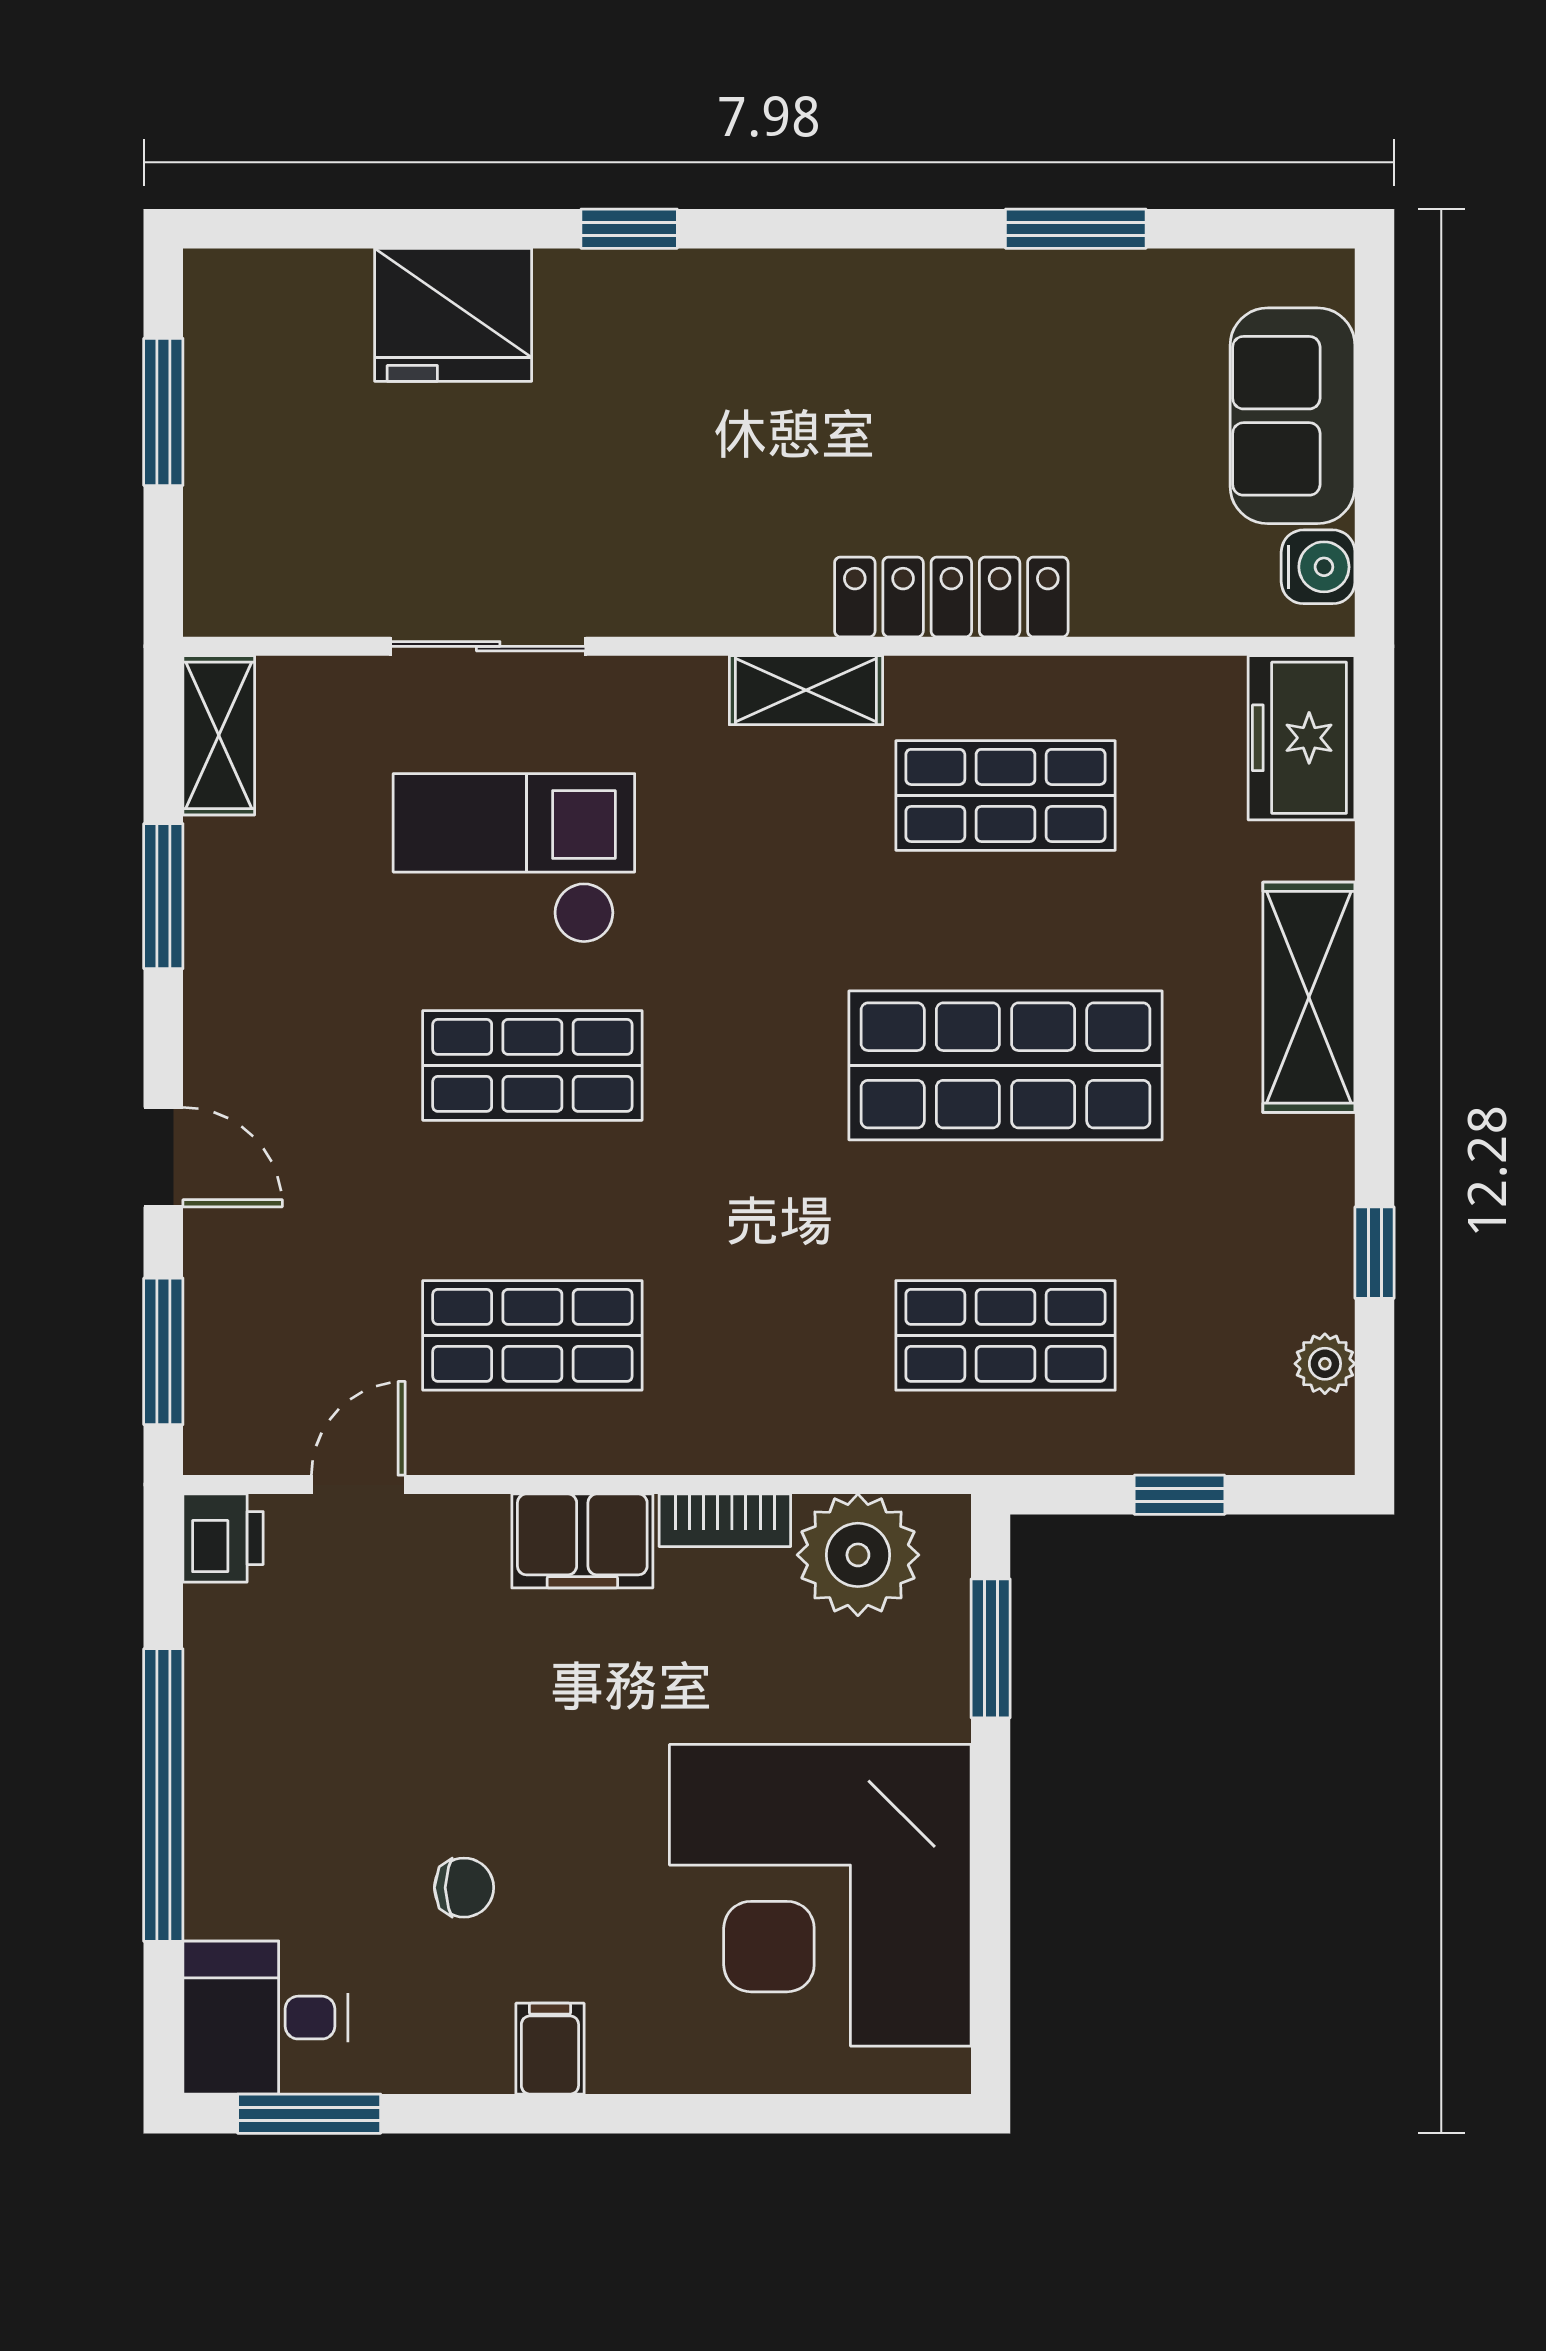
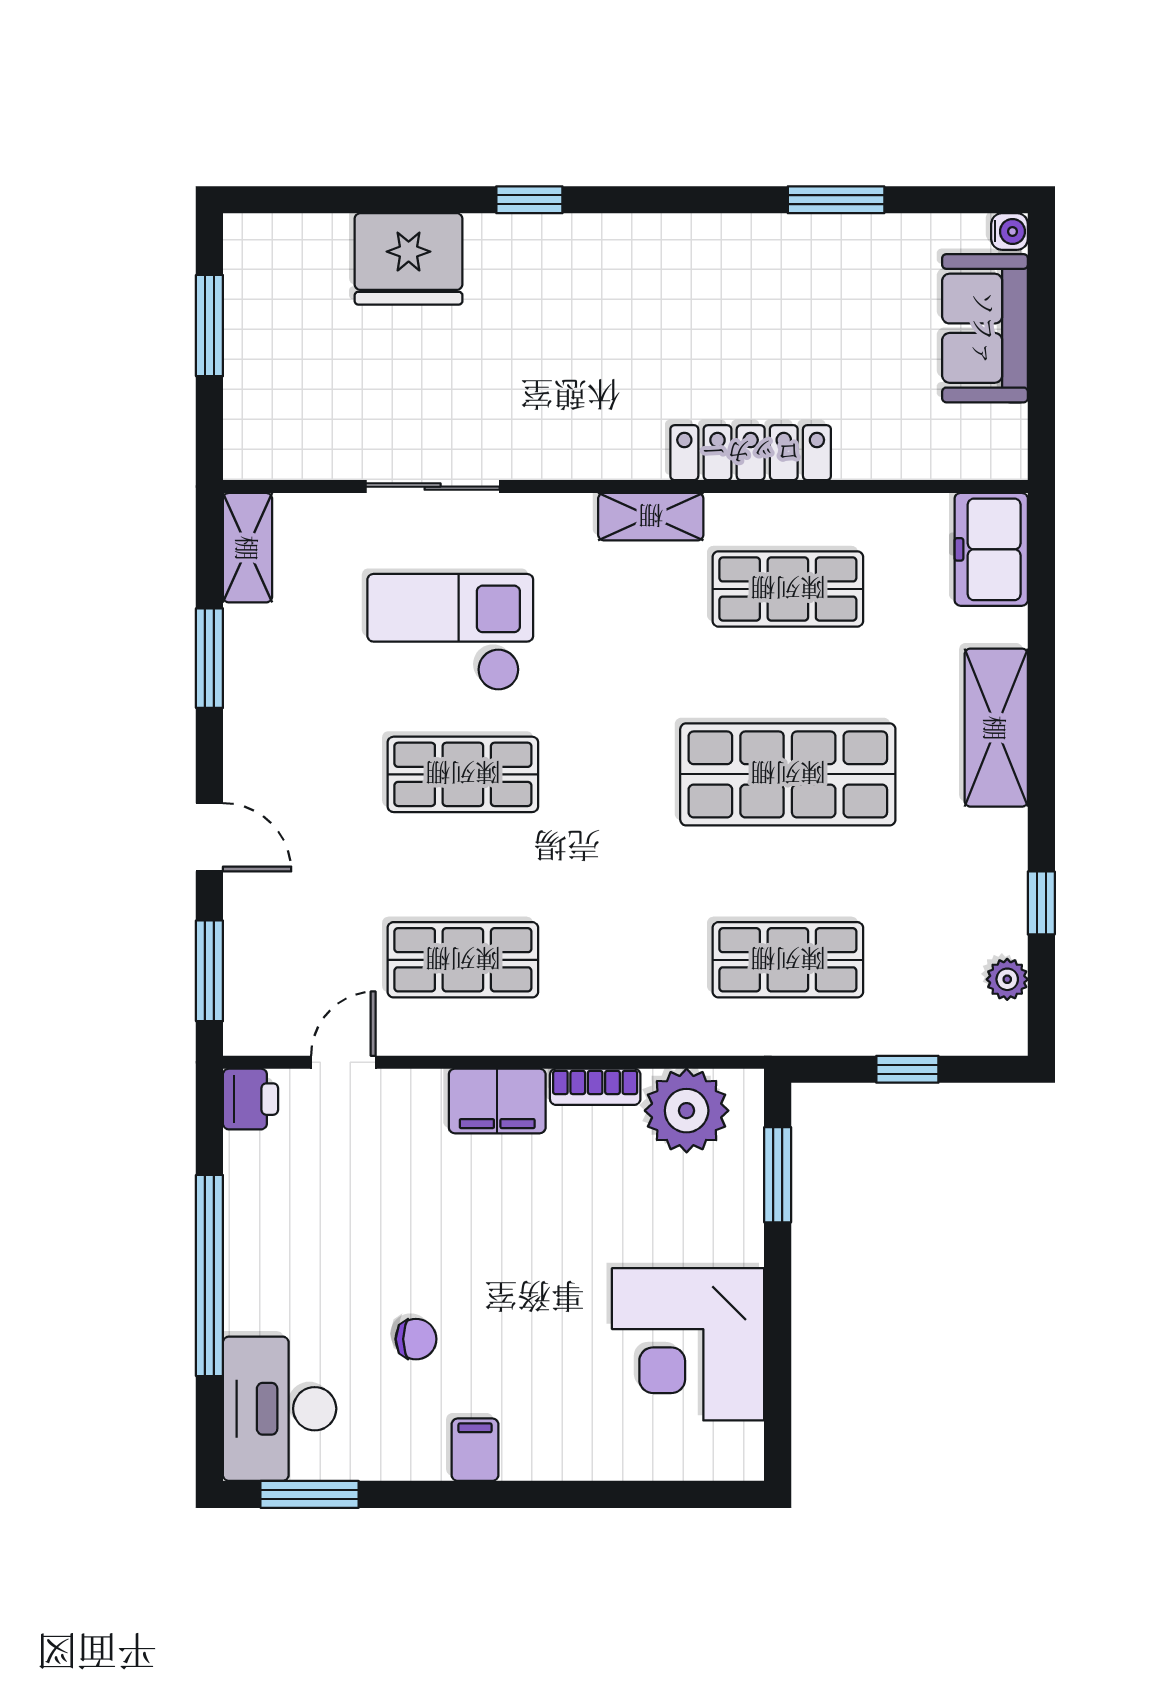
water cooler: (1318, 567) -> (1010, 231), moved, width x0.72, depth x0.72
corner desk: (820, 1895) -> (688, 1344), width x0.74, depth x0.74
desk: (265, 2018) -> (280, 1409), width x1.37

